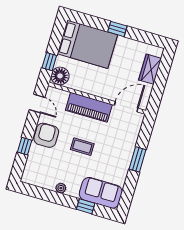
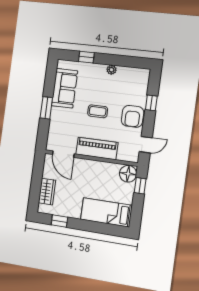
window: (117, 29) -> (59, 221), moved
bed: (87, 44) -> (106, 212), width x0.67
door: (37, 104) -> (146, 145), swing flipped
door: (126, 107) -> (63, 154), hinge flipped
sofa: (101, 193) -> (64, 88), moved, turned -90

